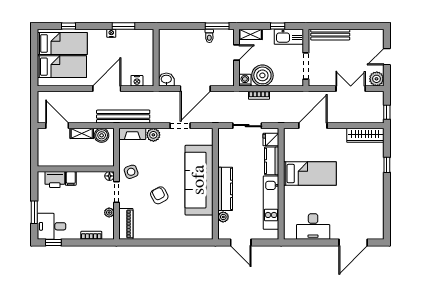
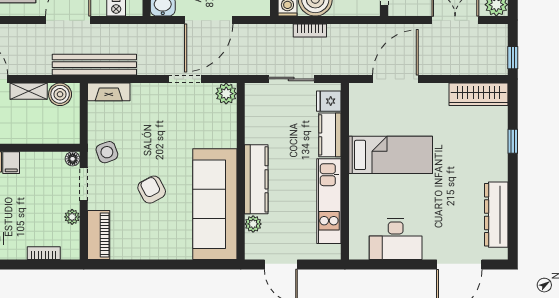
plant: (153, 135) -> (226, 94), moved
sofa: (199, 180) -> (215, 204), moved
dresser: (376, 211) -> (496, 215), added

